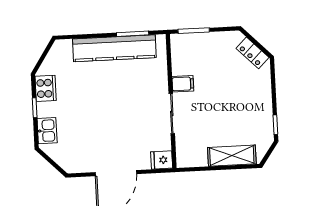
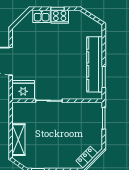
filing cabinet: (183, 84) -> (68, 109), removed
cooker: (46, 88) -> (60, 17), moved
fridge: (162, 160) -> (23, 90), width x1.88, depth x1.34

